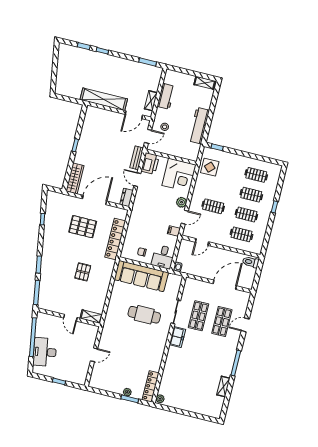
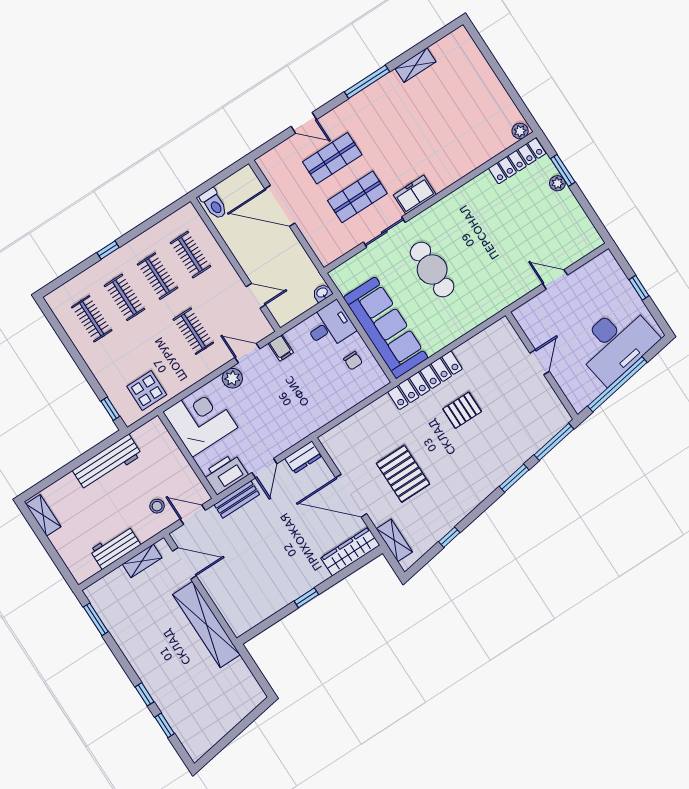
locker: (115, 239) -> (425, 380), moved
shelving: (91, 317) -> (394, 540), moved
desk: (45, 352) -> (616, 343), width x1.36, depth x1.30

